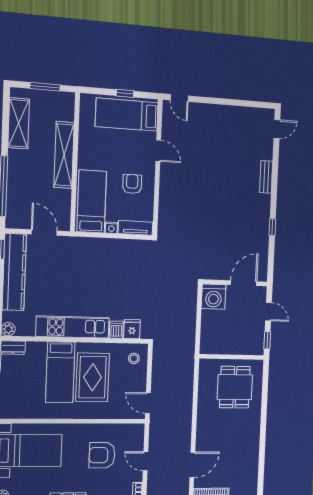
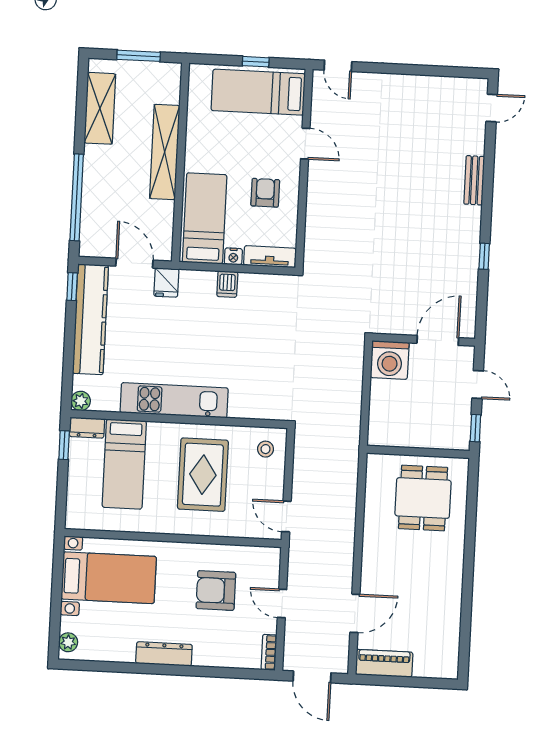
fridge: (132, 329) -> (166, 282), moved, turned 180
dishwasher: (116, 330) -> (227, 284), moved, turned 180
bed: (60, 372) -> (124, 464), moved

